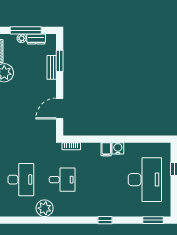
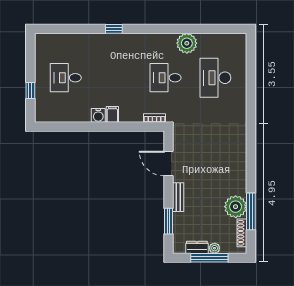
bench: (52, 67) -> (178, 197), moved
door: (60, 109) -> (168, 164), swing flipped
desk: (145, 180) -> (66, 78), width x0.53, depth x0.77
window: (153, 220) -> (56, 29), removed

